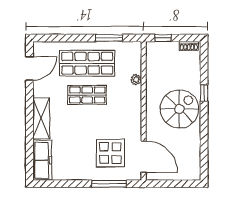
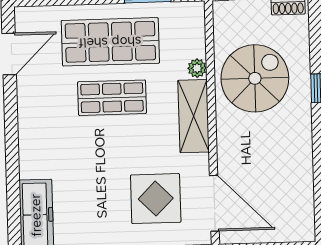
spiral stairs: (179, 109) -> (255, 78), moved
shelving: (41, 118) -> (194, 116), moved

